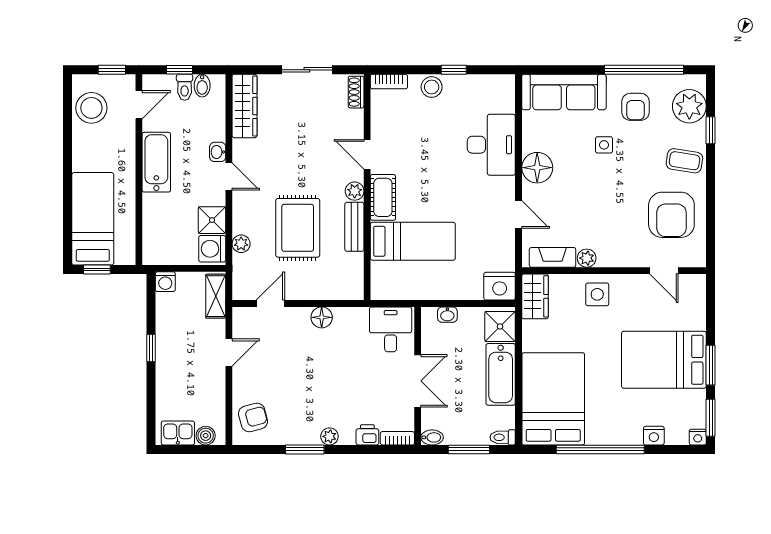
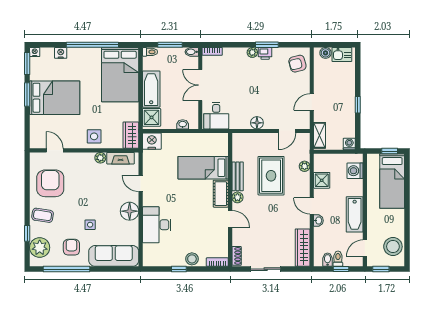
washing machine: (212, 249) -> (355, 171), moved, turned 180
printer: (367, 435) -> (265, 53), moved

